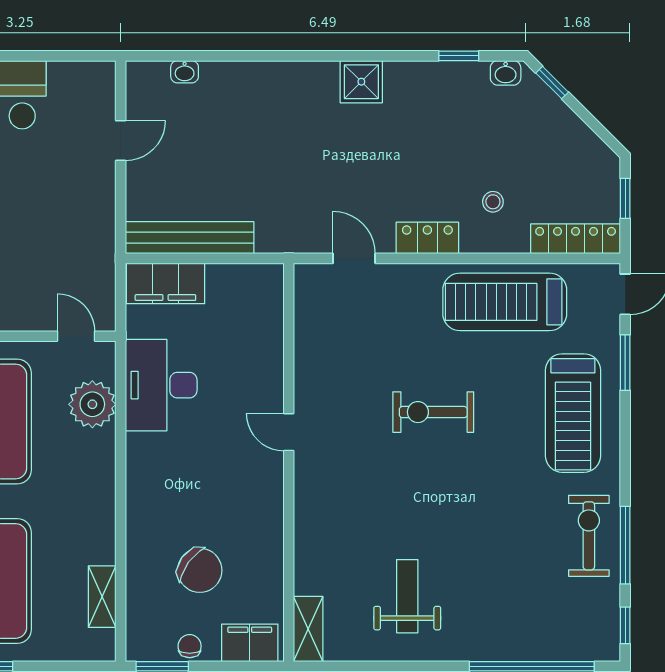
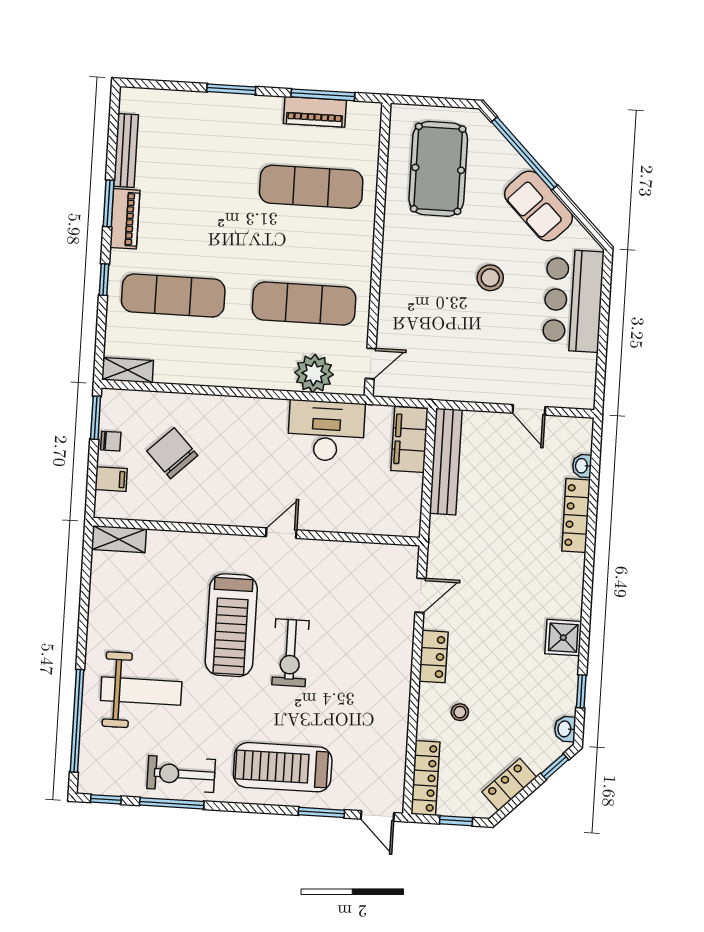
locker: (245, 75) -> (576, 515), added
shower: (361, 82) -> (563, 638), moved
locker: (577, 136) -> (509, 785), added
treadmill: (505, 302) -> (231, 625), moved, turned 180
exercise bike: (433, 412) -> (290, 653), turned 180
exercise bike: (589, 536) -> (181, 774), turned 180
chair: (200, 570) -> (172, 453), turned 100
weight bench: (407, 596) -> (141, 691), moved, width x1.36, depth x1.33
shelving: (102, 597) -> (128, 370), moved
filing cabinet: (250, 643) -> (111, 479), width x0.50

